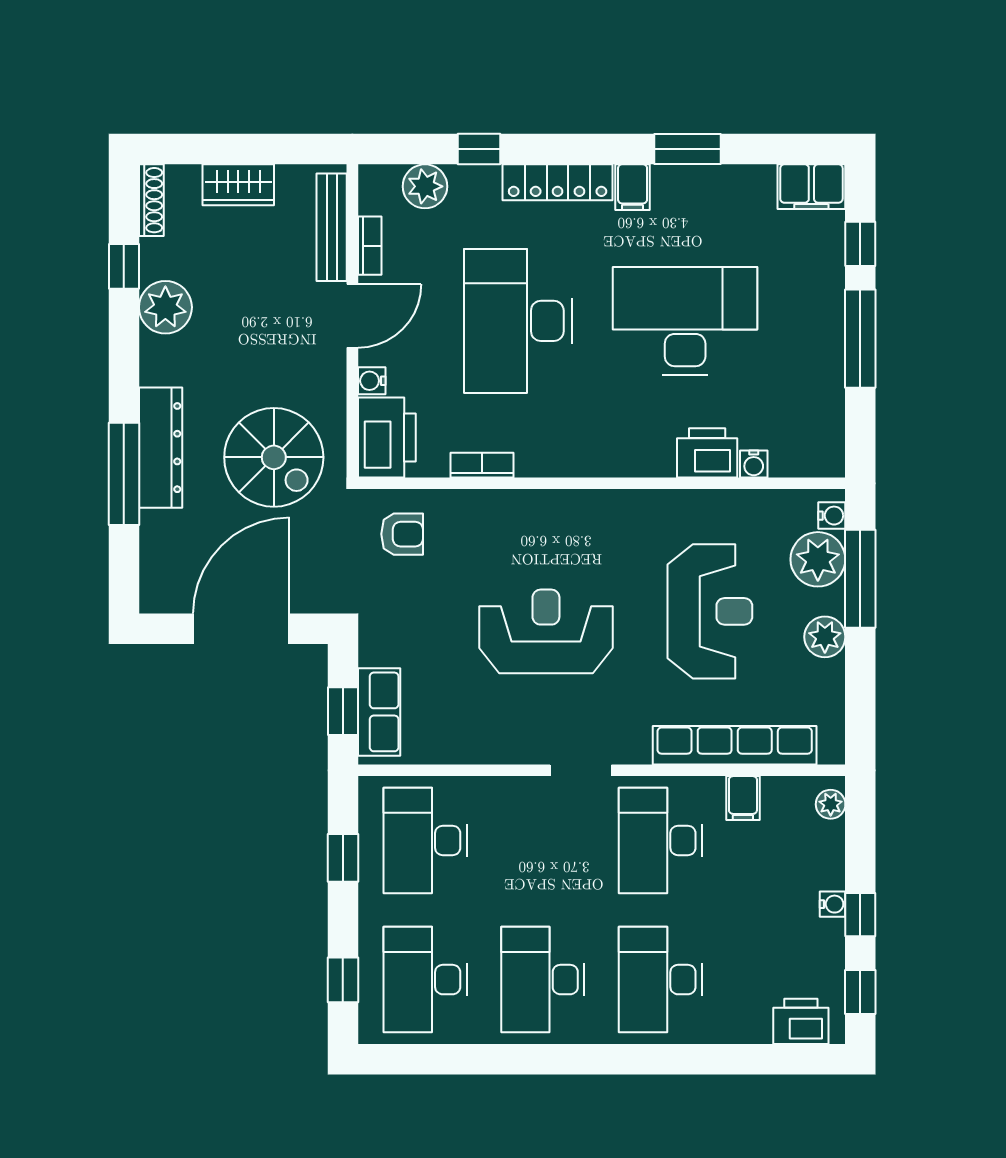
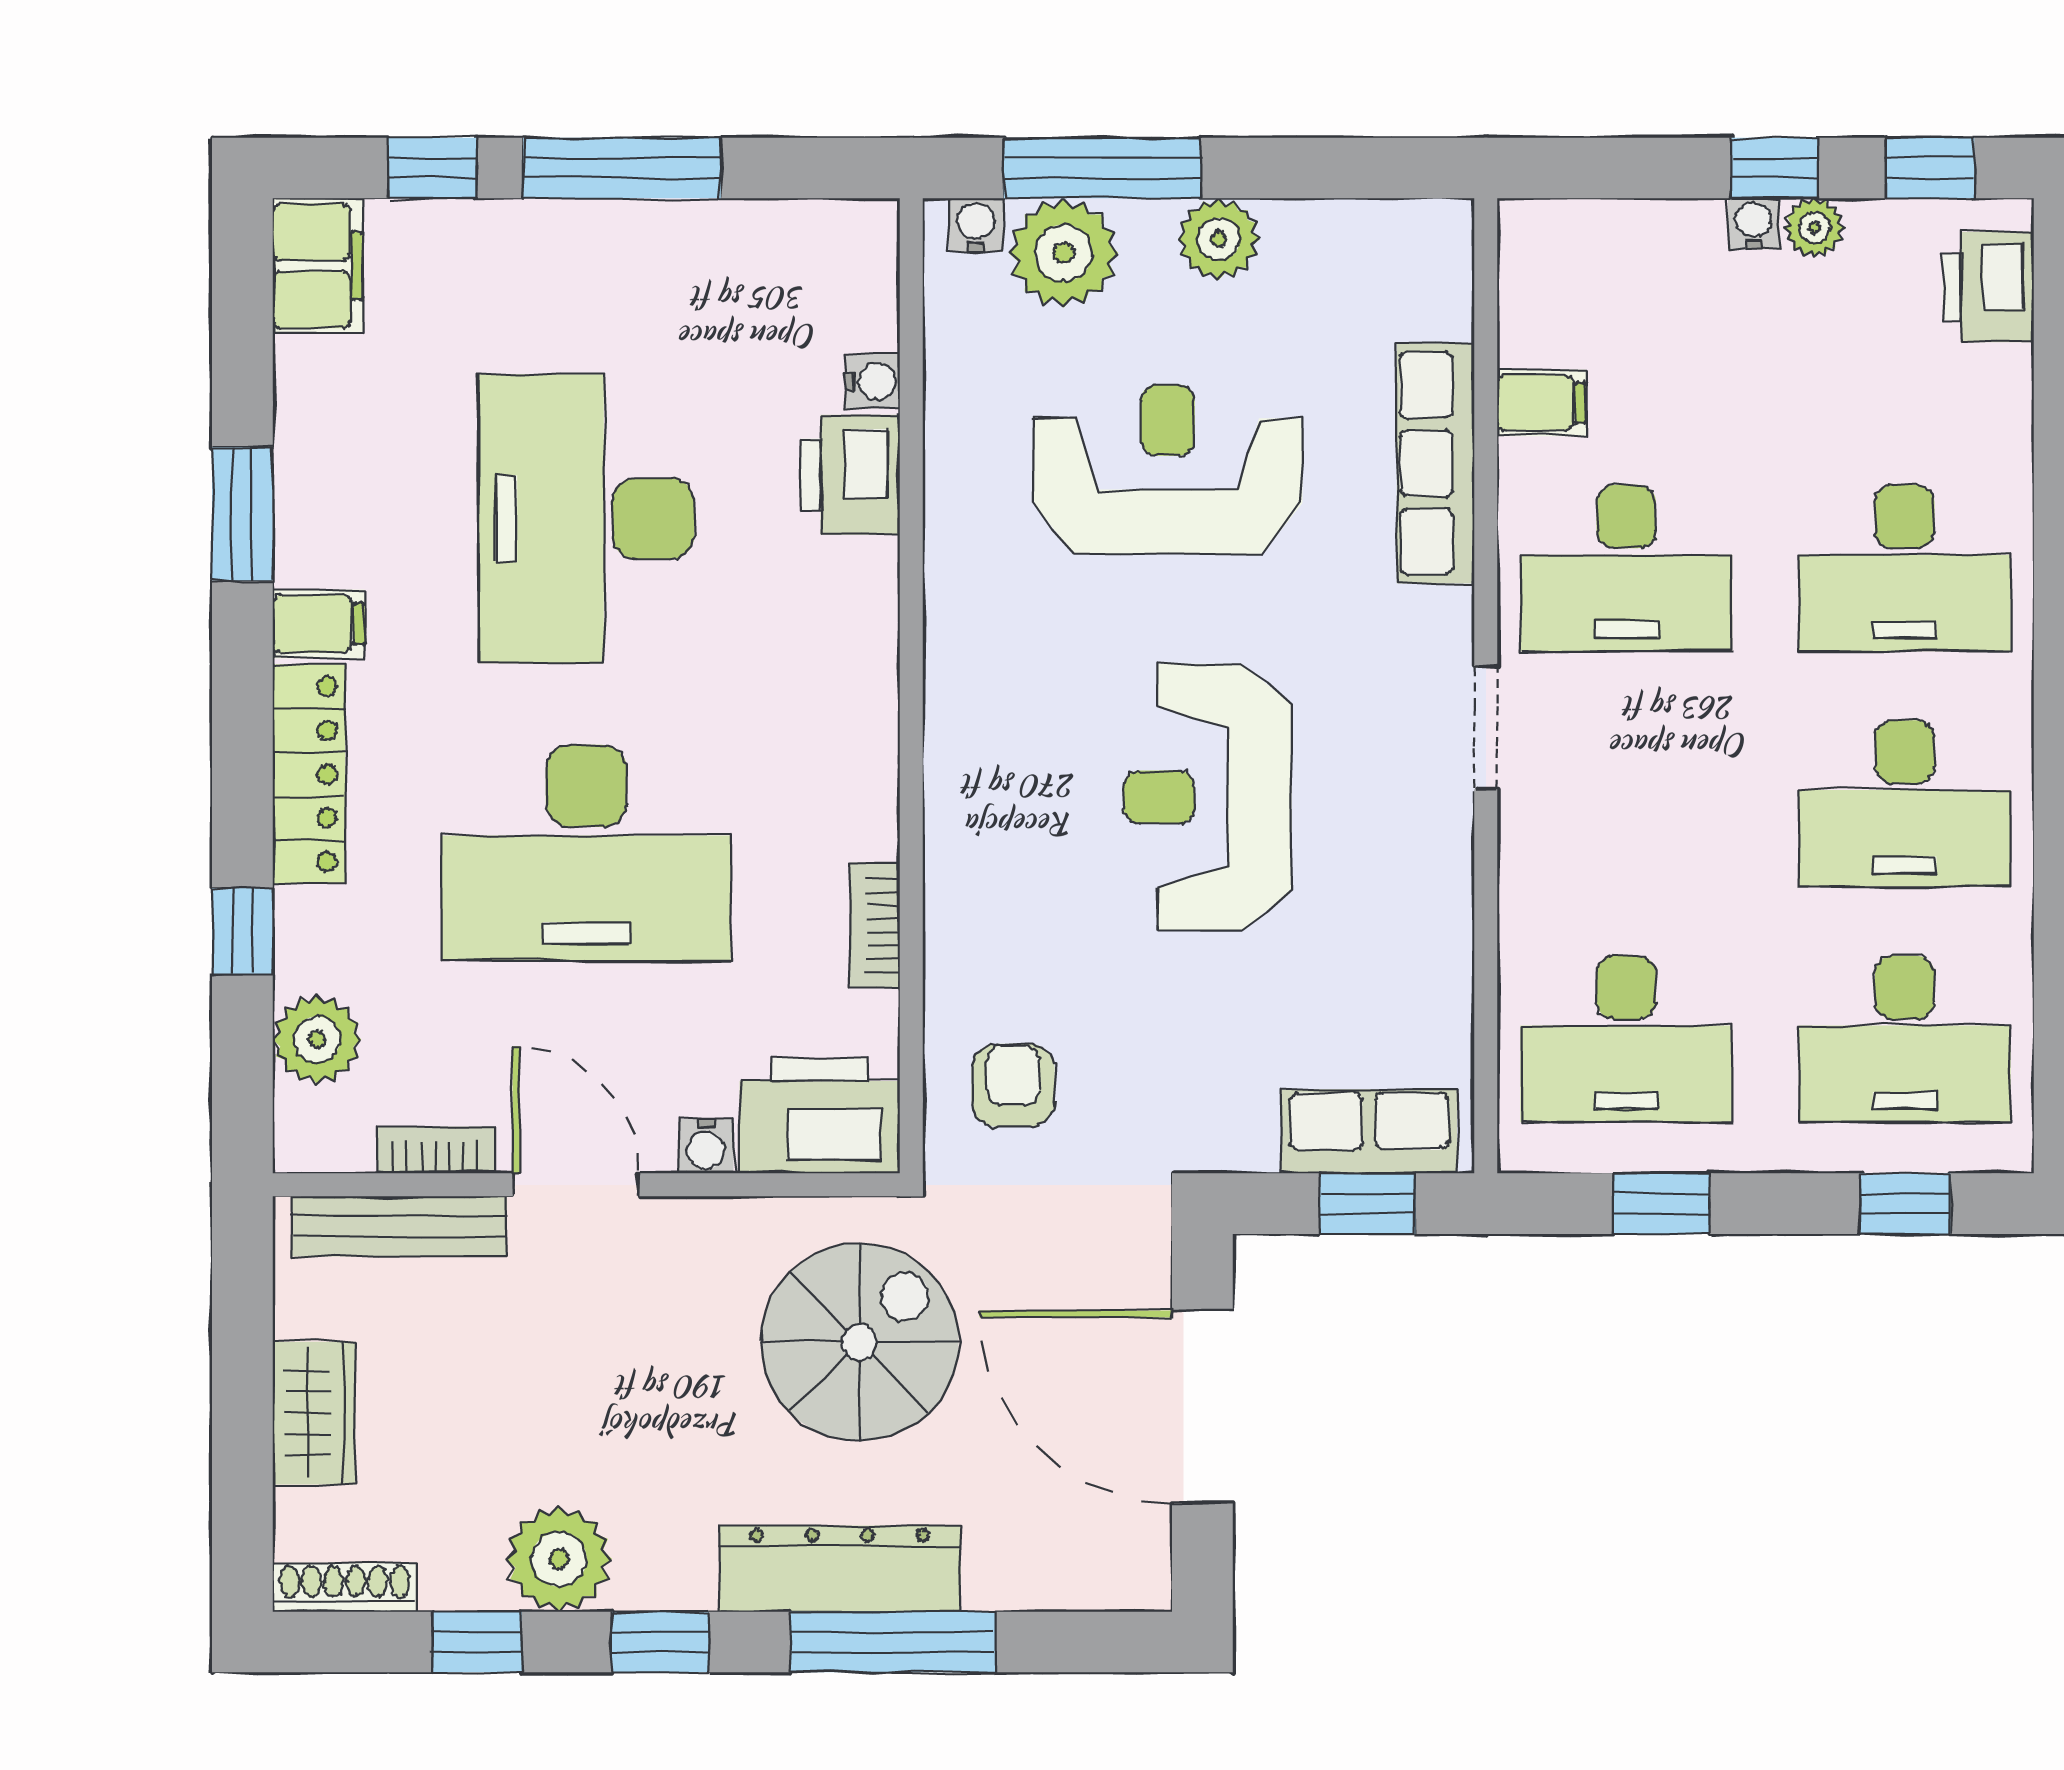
window: (124, 358) -> (660, 1642), added
row of seats: (735, 745) -> (1436, 463), width x0.73
plant: (831, 804) -> (1814, 228), moved

